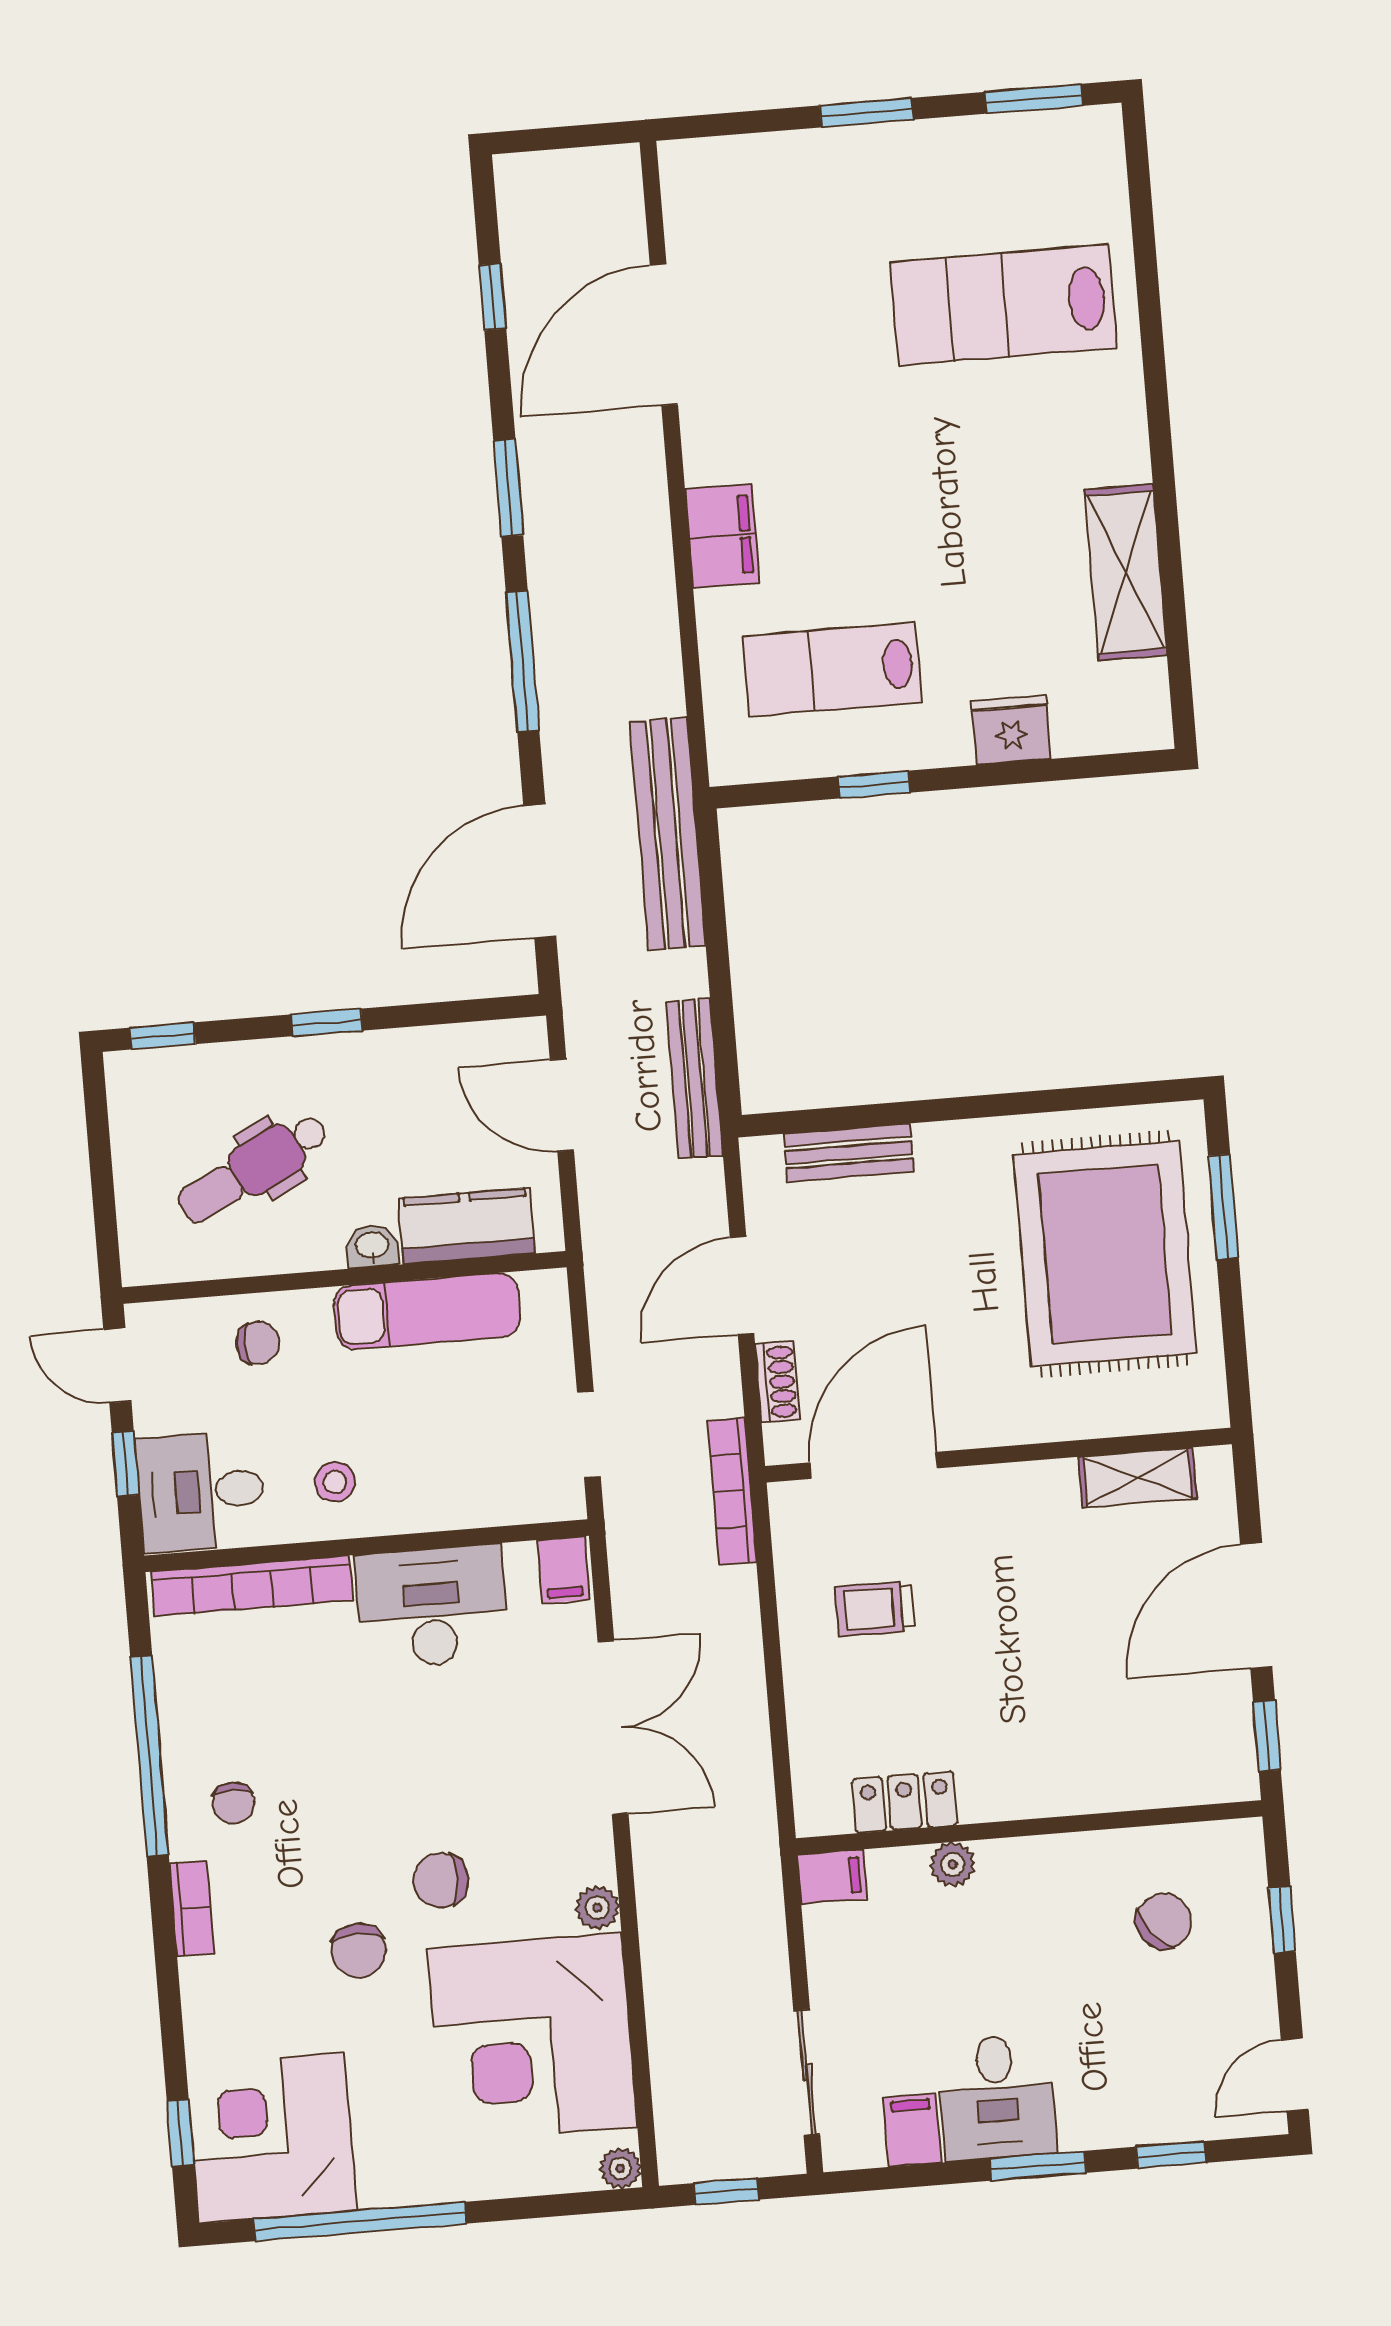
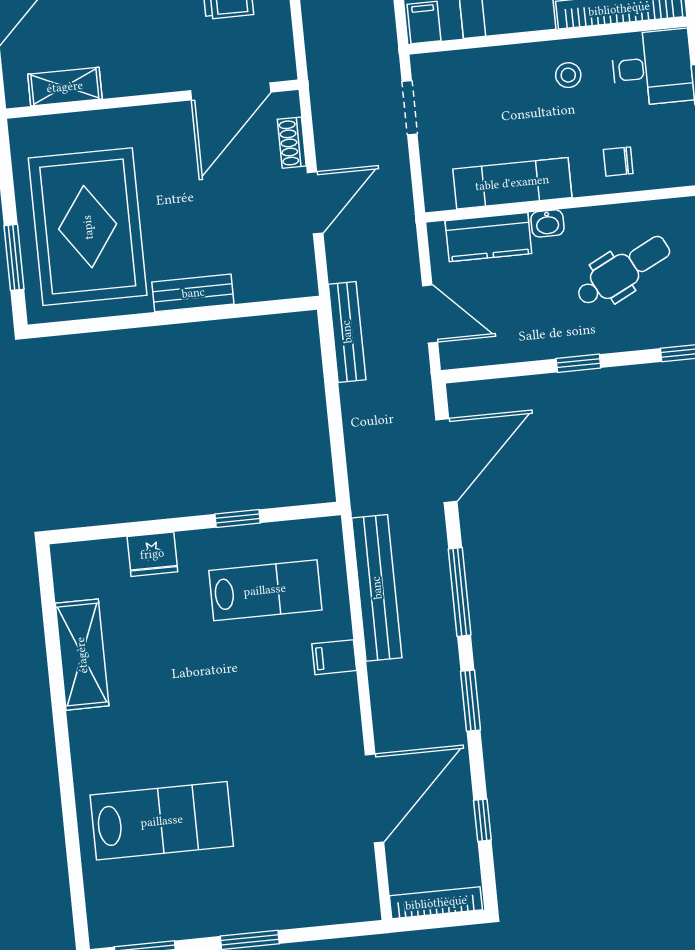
filing cabinet: (722, 536) -> (334, 657), width x0.50
bench: (668, 834) -> (377, 588), moved
bench: (849, 1153) -> (193, 293), moved
bookcase: (732, 1491) -> (436, 903), moved, turned -90

